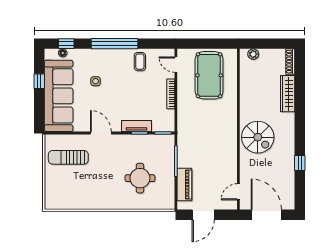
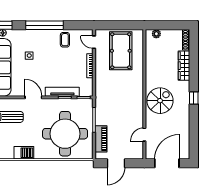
tv unit: (137, 126) -> (62, 92), width x1.41
spiral stairs: (258, 137) -> (160, 101), turned -90
window: (300, 163) -> (194, 98), moved
round table: (140, 178) -> (65, 134), width x1.86, depth x1.86
door: (238, 192) -> (144, 135), moved
barbecue: (89, 202) -> (24, 153), added
door: (266, 215) -> (167, 163), hinge flipped

